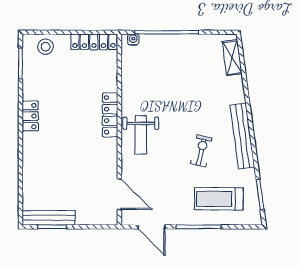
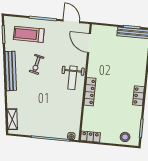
locker: (94, 42) -> (90, 137), width x0.66
weight bench: (141, 135) -> (72, 78), turned 180
treadmill: (219, 199) -> (29, 34), turned 180

